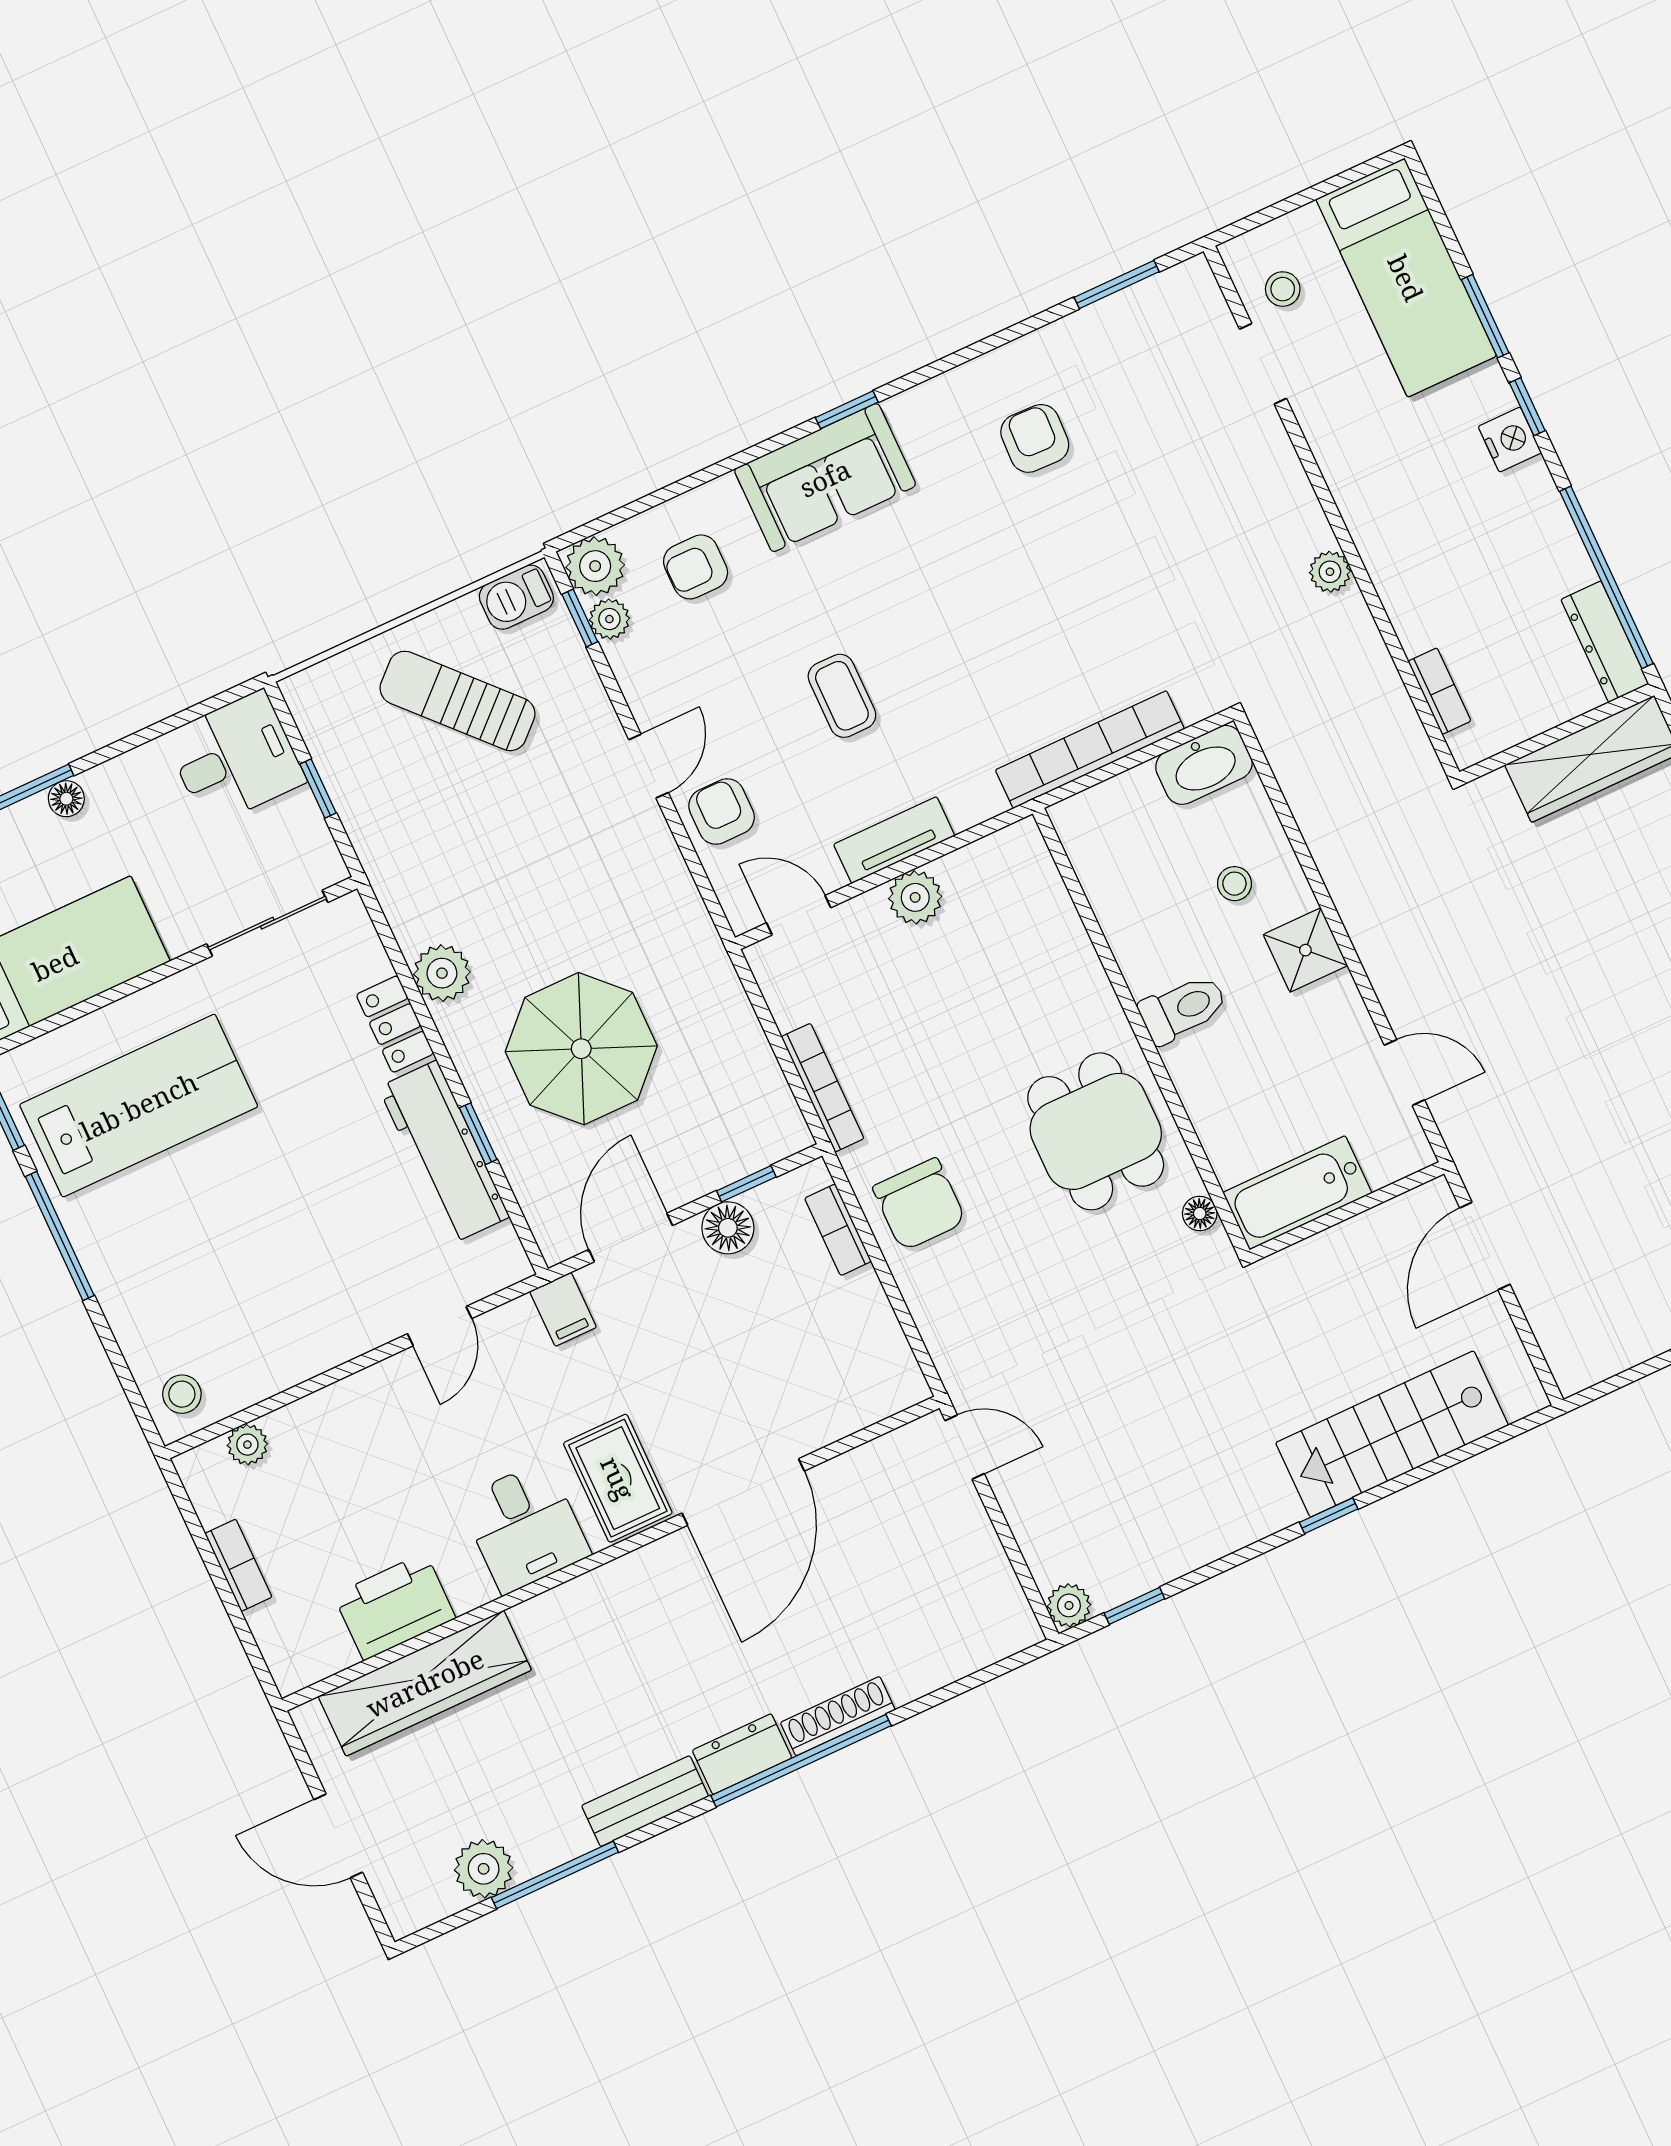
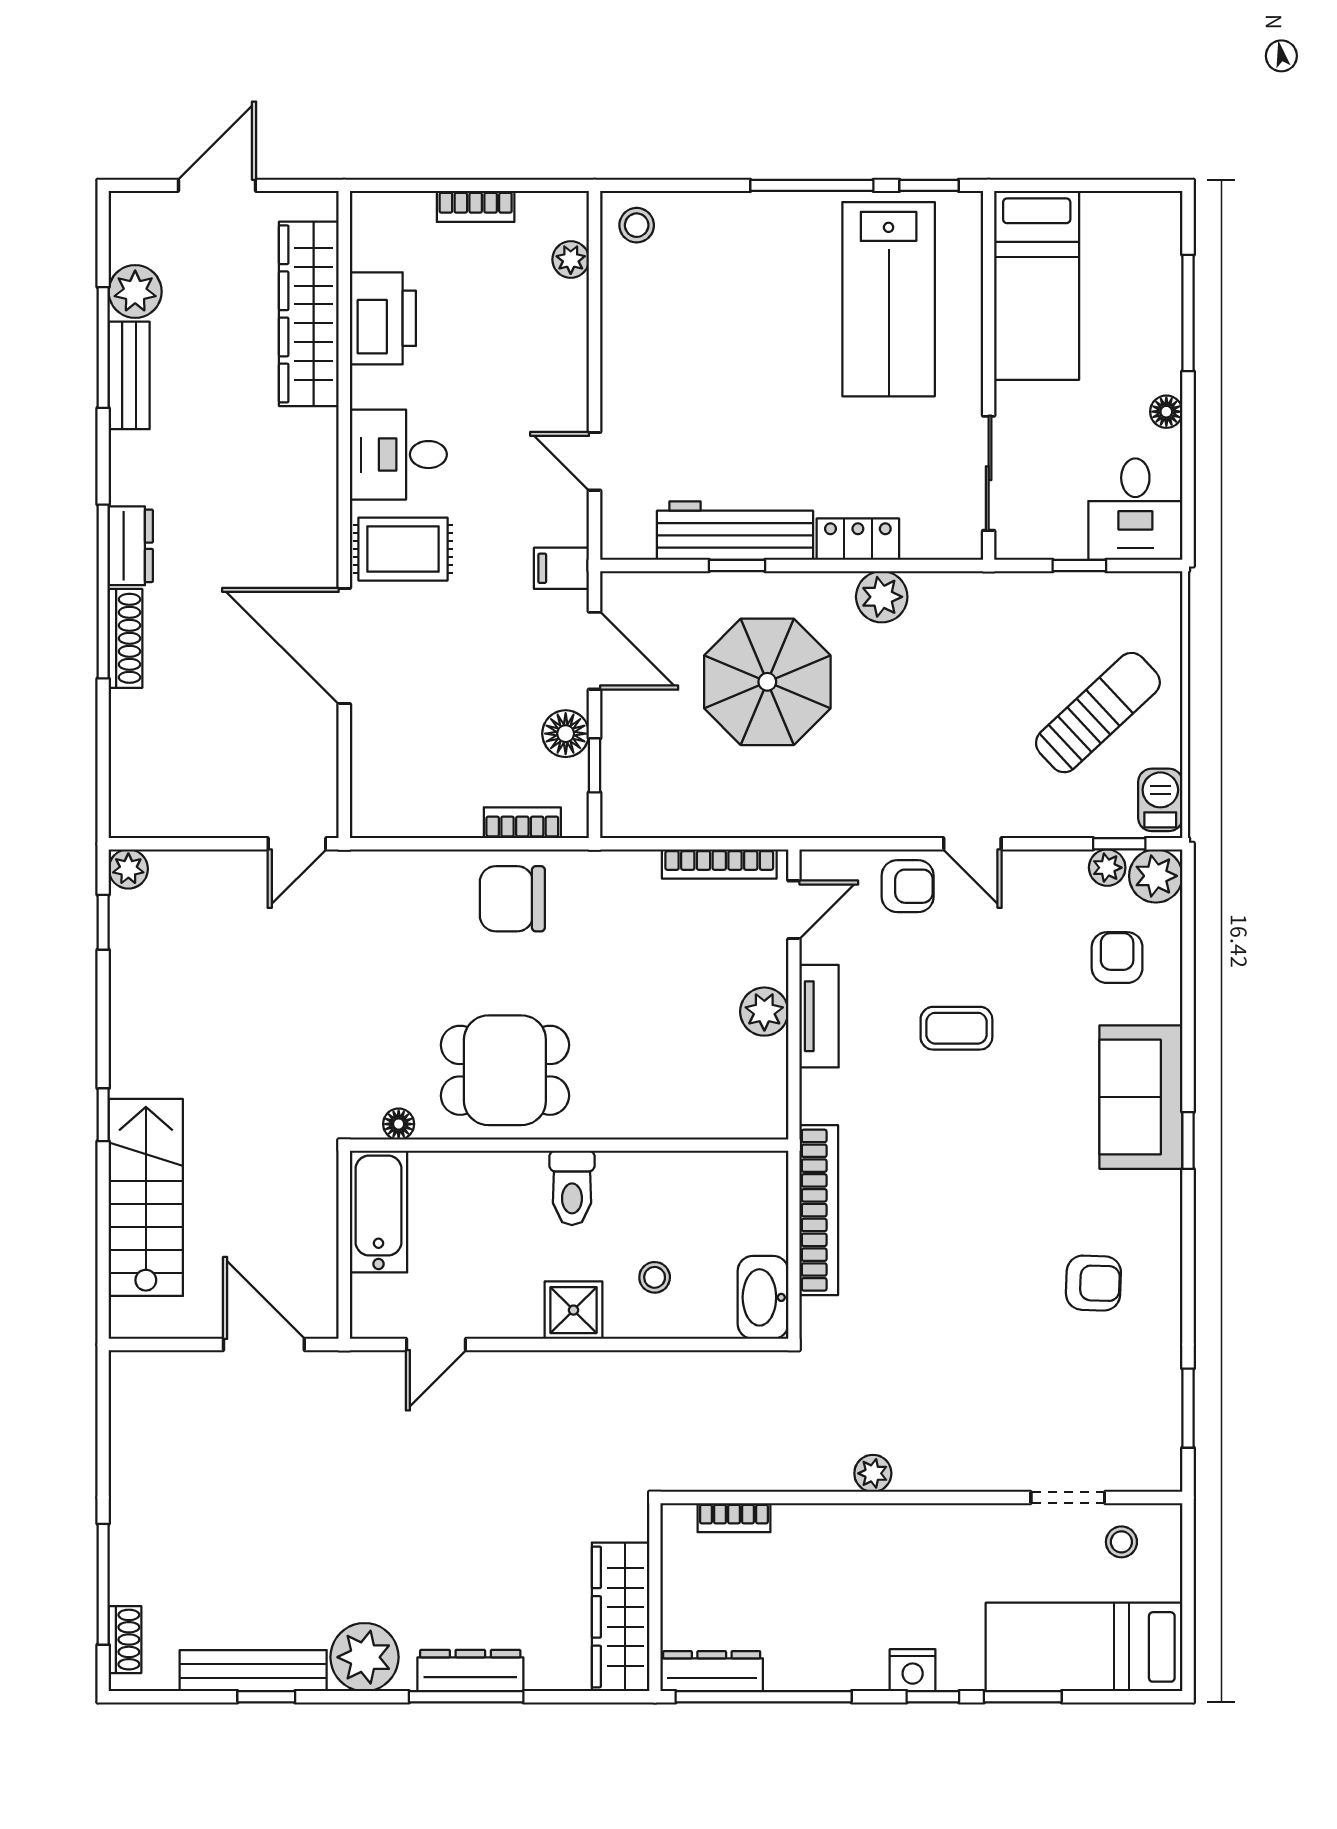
floor lamp: (66, 799) -> (1166, 412), moved
bookcase: (823, 1088) -> (719, 864), moved
bench: (645, 1801) -> (129, 375), moved

